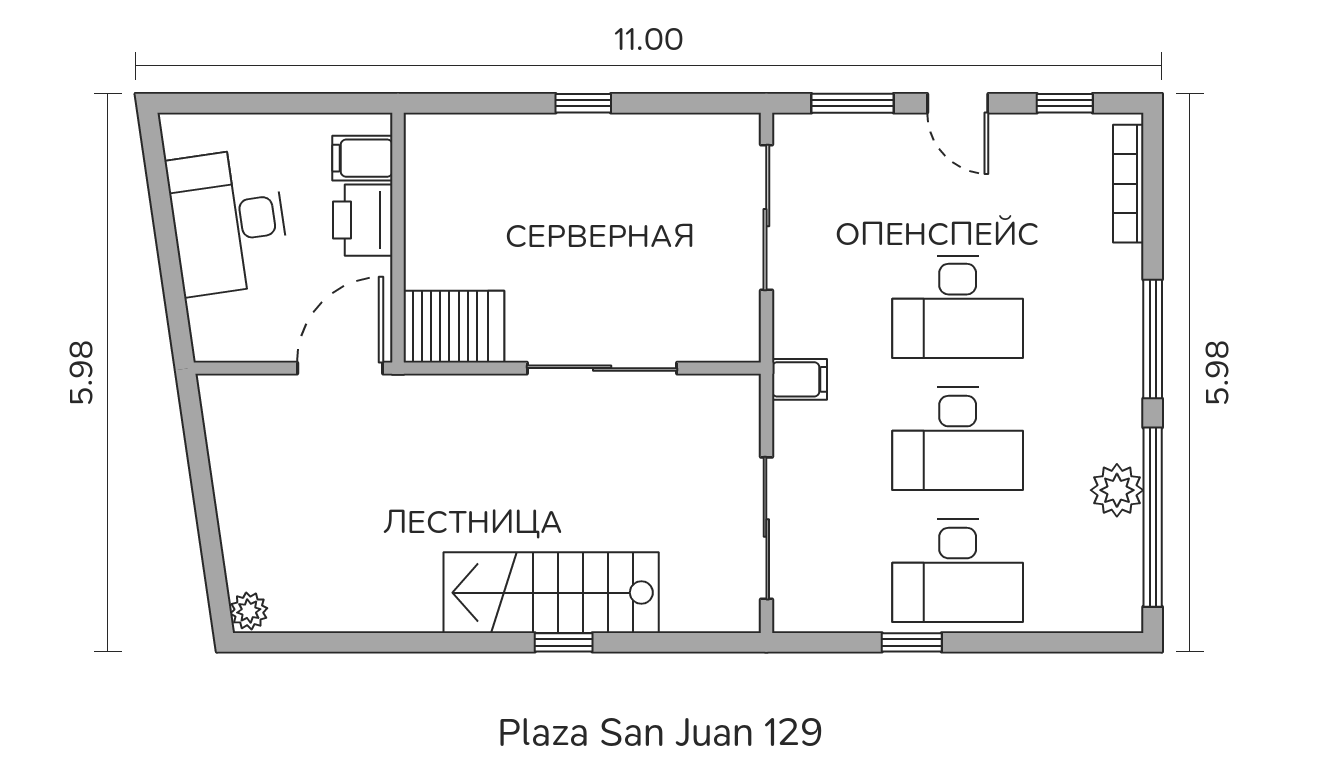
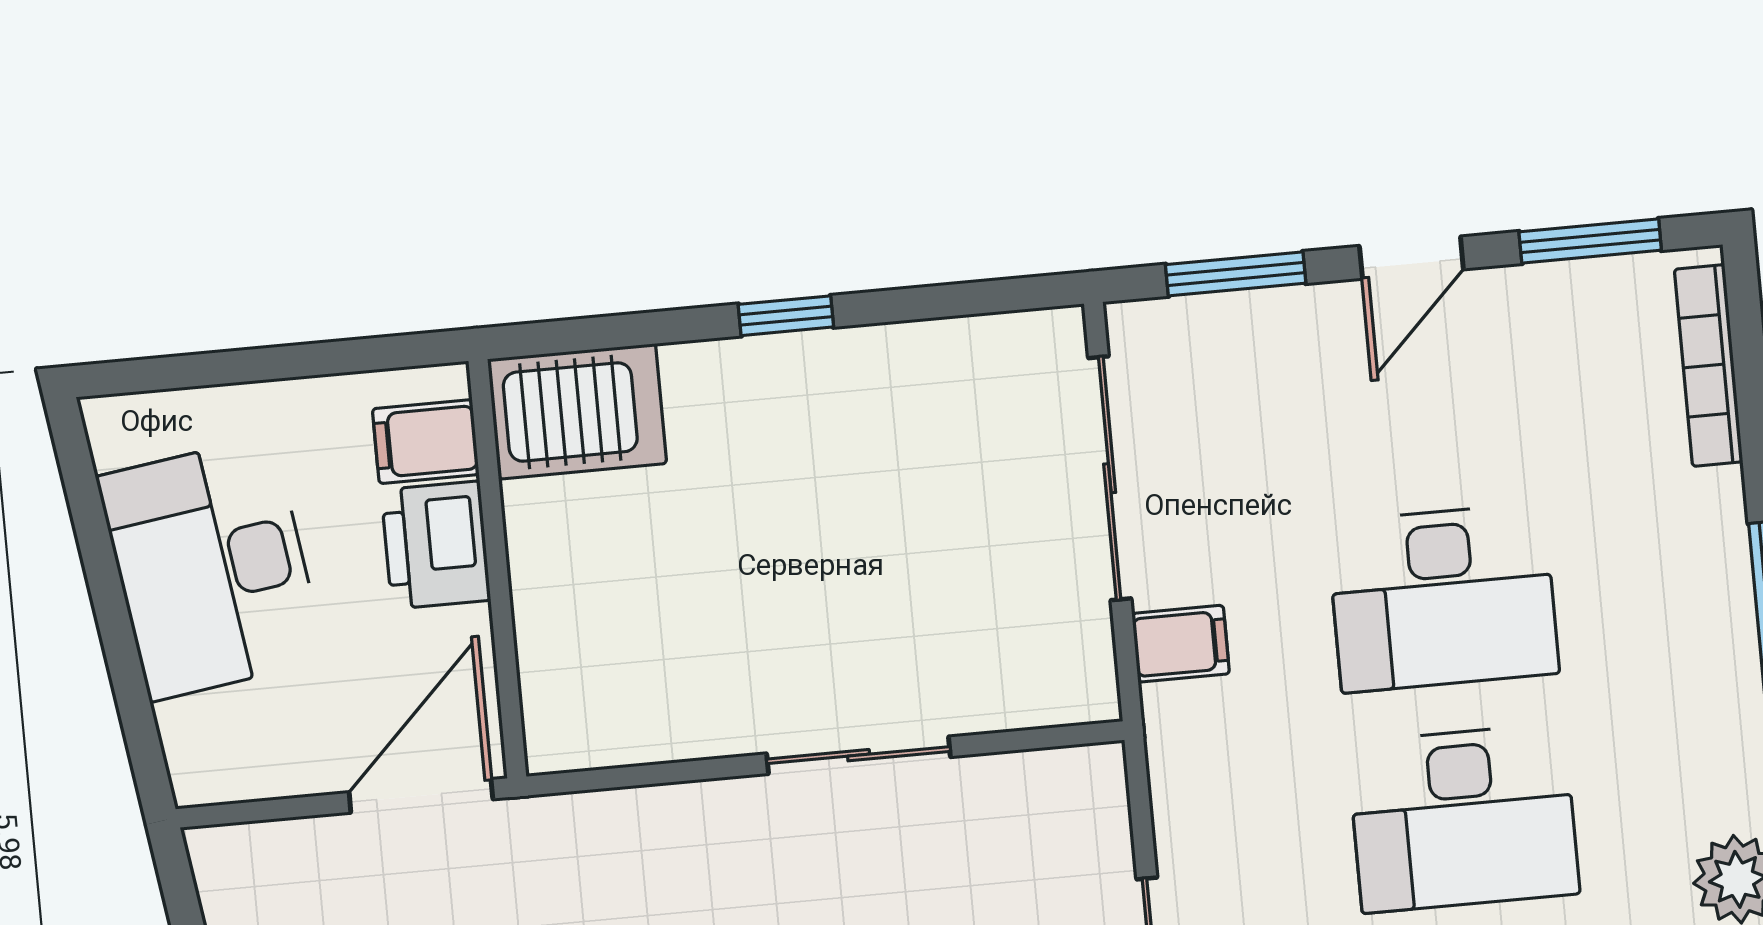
door: (958, 103) -> (1411, 258), hinge flipped
window: (1065, 103) -> (1590, 241), width x1.50
server rack: (454, 327) -> (577, 411), moved
sliding door: (602, 368) -> (859, 755), width x0.73
filing cabinet: (799, 379) -> (1181, 644), moved

